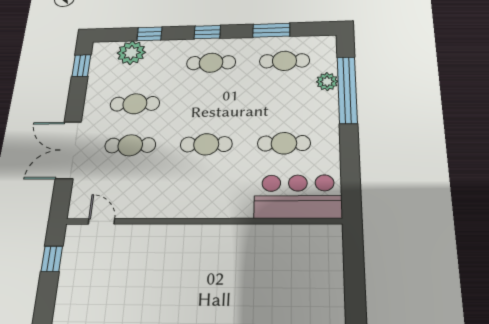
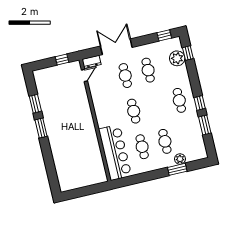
window: (207, 32) -> (200, 103), moved
window: (150, 34) -> (188, 53), moved
cafe table: (284, 61) -> (165, 141), moved
window: (347, 90) -> (177, 169), width x0.47
bar counter: (298, 196) -> (115, 152), width x1.36
dresser: (80, 202) -> (92, 62), added

